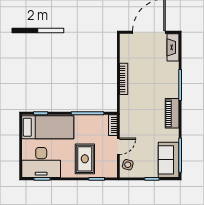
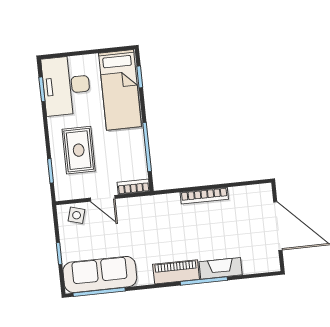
fireplace: (173, 47) -> (221, 268), moved
piano: (172, 113) -> (176, 272), moved
rug: (85, 159) -> (79, 150), turned 90
sofa: (169, 160) -> (100, 274), width x1.36

